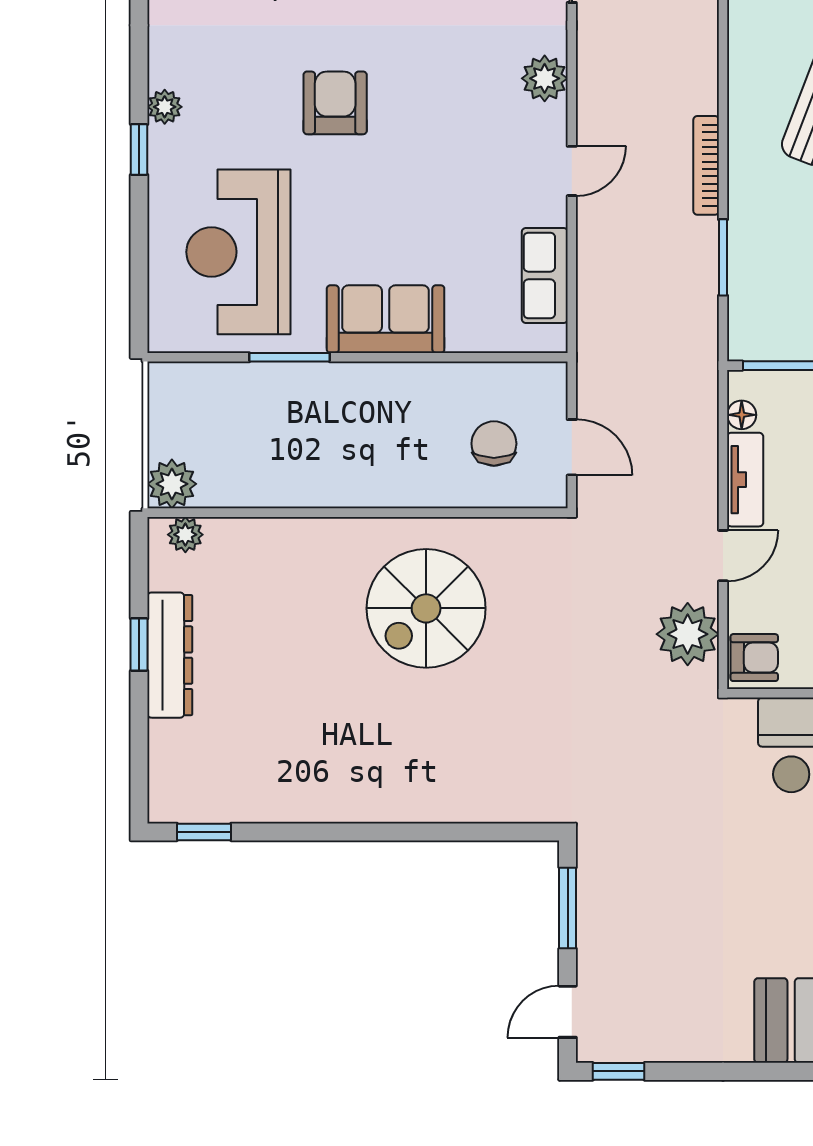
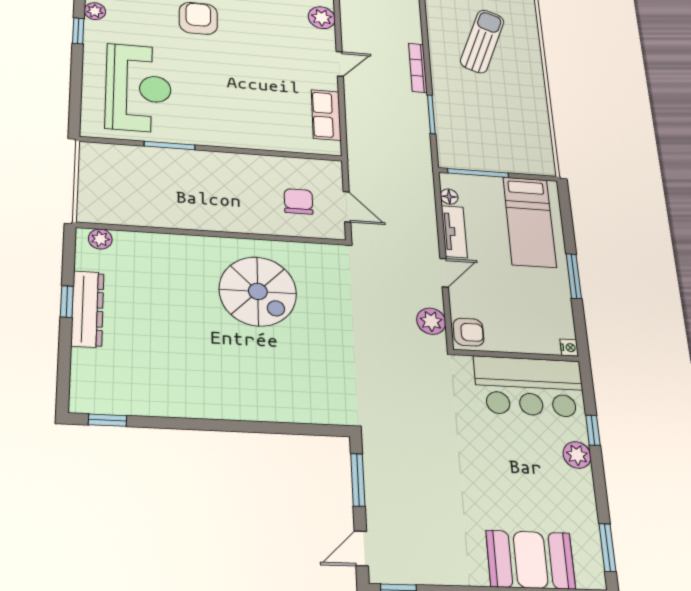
reception desk: (238, 252) -> (138, 88), turned 180
sofa: (386, 319) -> (230, 130), removed
plant: (172, 484) -> (92, 210), removed
spiral stairs: (426, 608) -> (258, 291), turned -90
plant: (688, 634) -> (431, 321), width x0.73, depth x0.73

